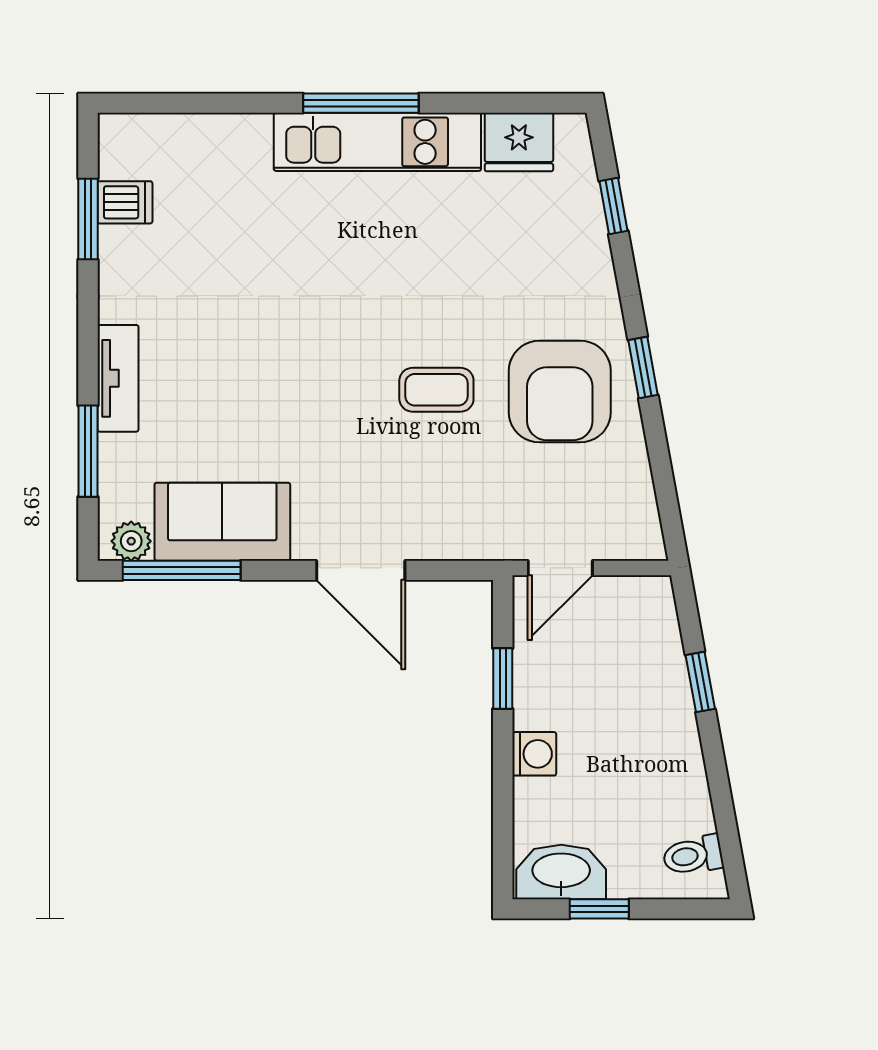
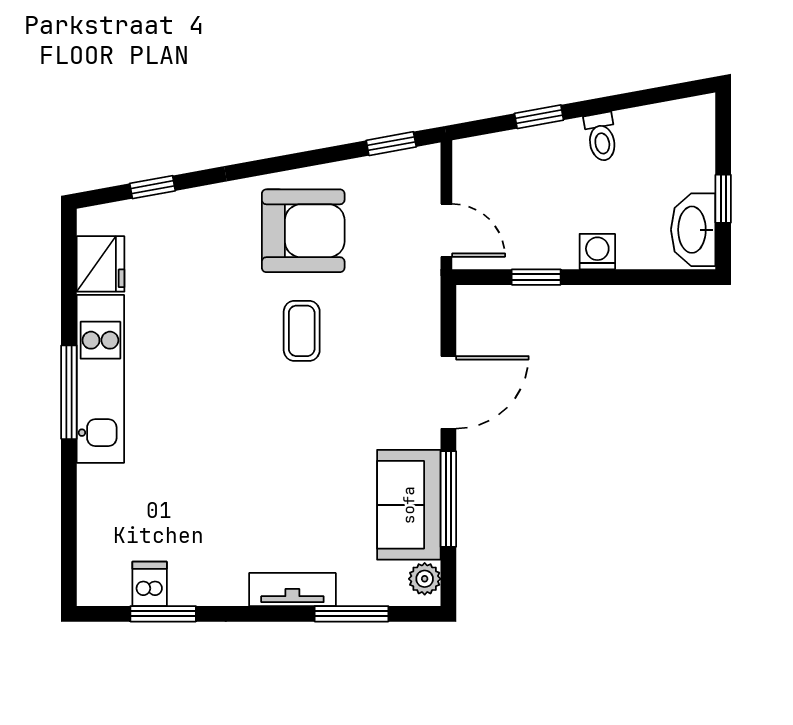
window: (643, 368) -> (391, 144), moved
window: (182, 570) -> (448, 499), moved
toilet: (693, 855) -> (601, 137), moved

